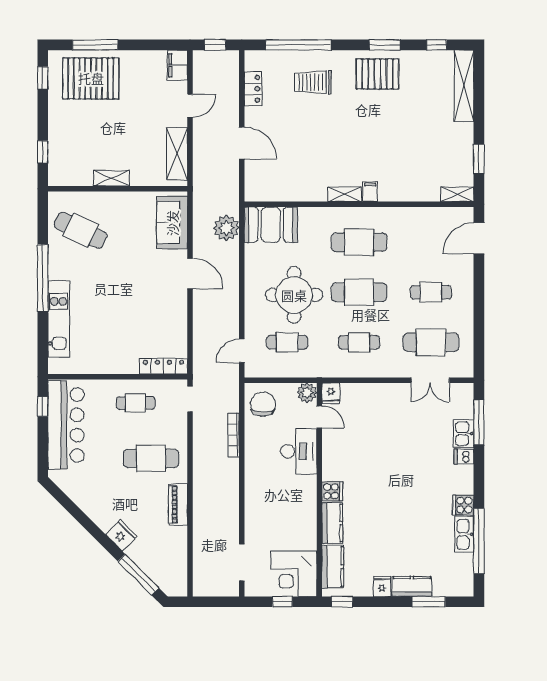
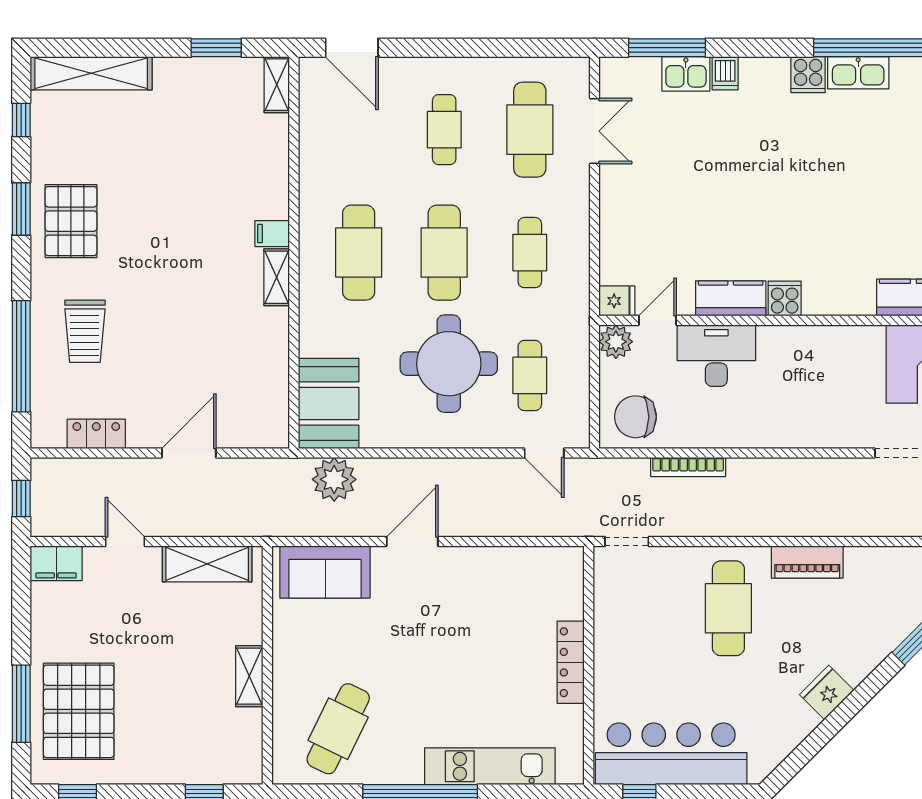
locker: (163, 366) -> (571, 662), moved
cafe table: (136, 403) -> (634, 635), removed
kitchen counter: (332, 523) -> (731, 298), moved
fridge: (121, 535) -> (827, 692), moved

